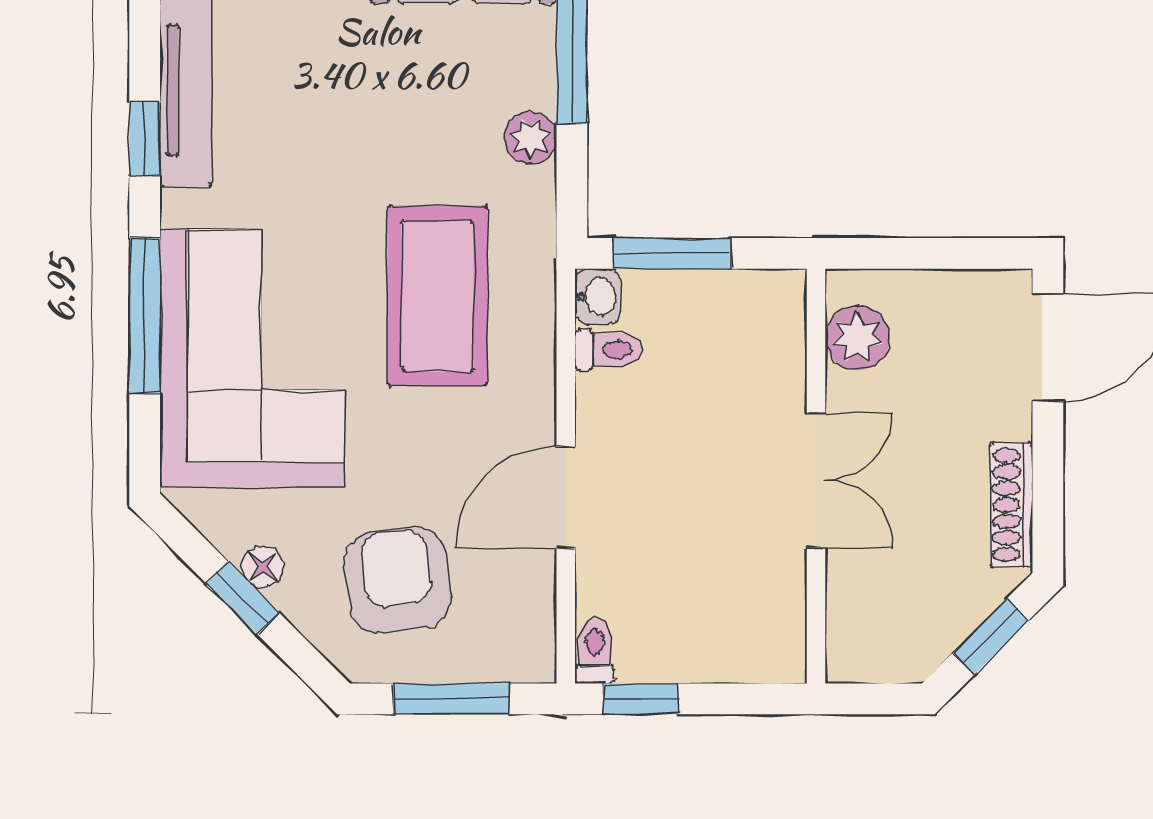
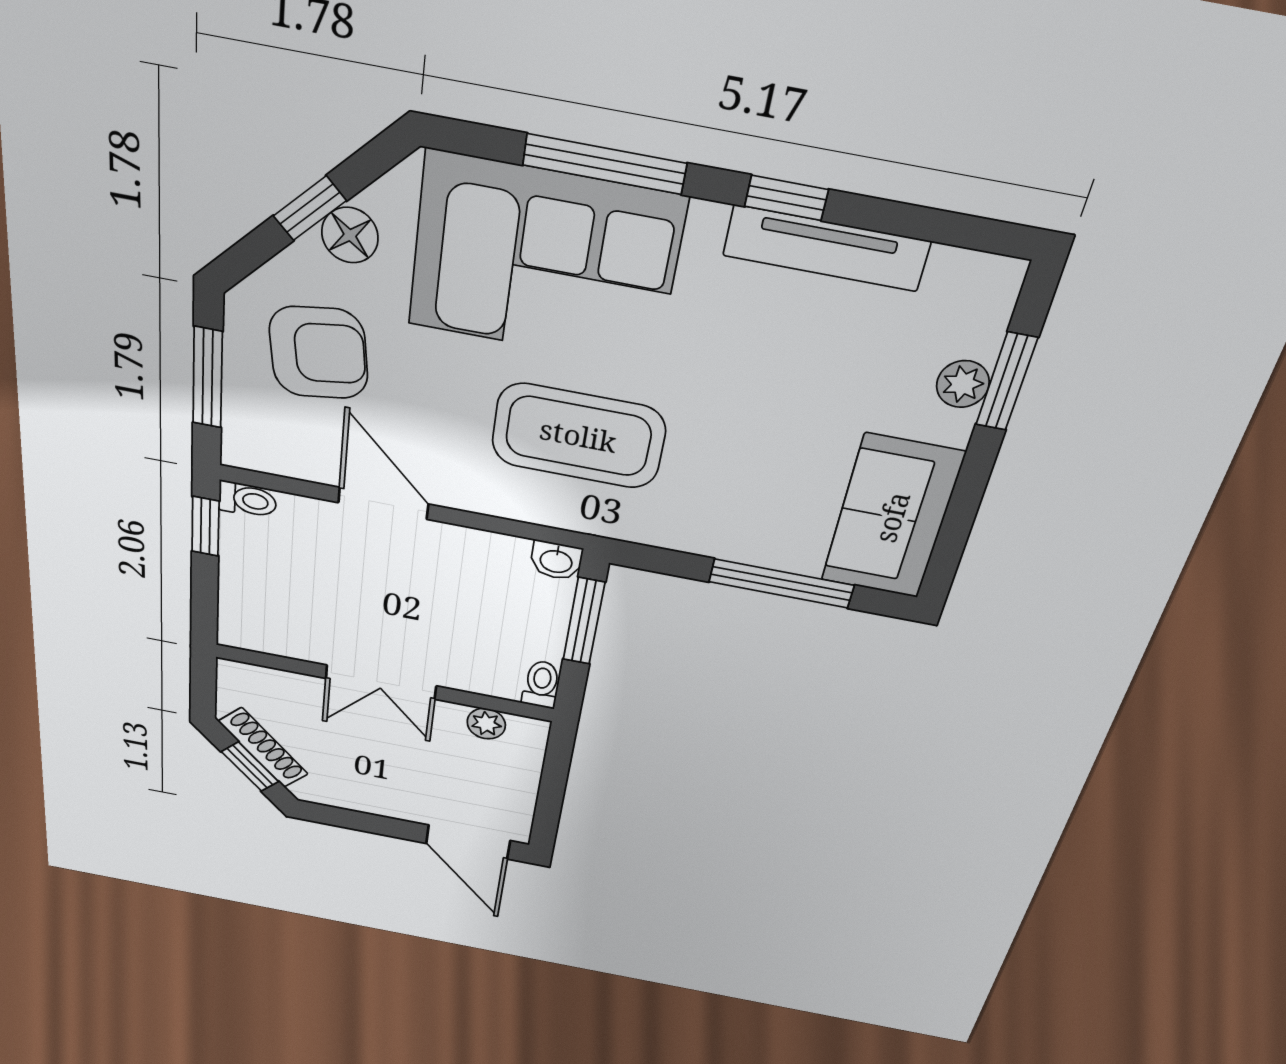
plant: (530, 138) -> (707, 537), removed
plant: (857, 338) -> (486, 724), width x0.73, depth x0.73
toilet: (608, 350) -> (541, 684), moved, turned 180
shoe rack: (1011, 505) -> (263, 748), moved, turned 45
floor lamp: (263, 567) -> (350, 235), width x1.37, depth x1.37

